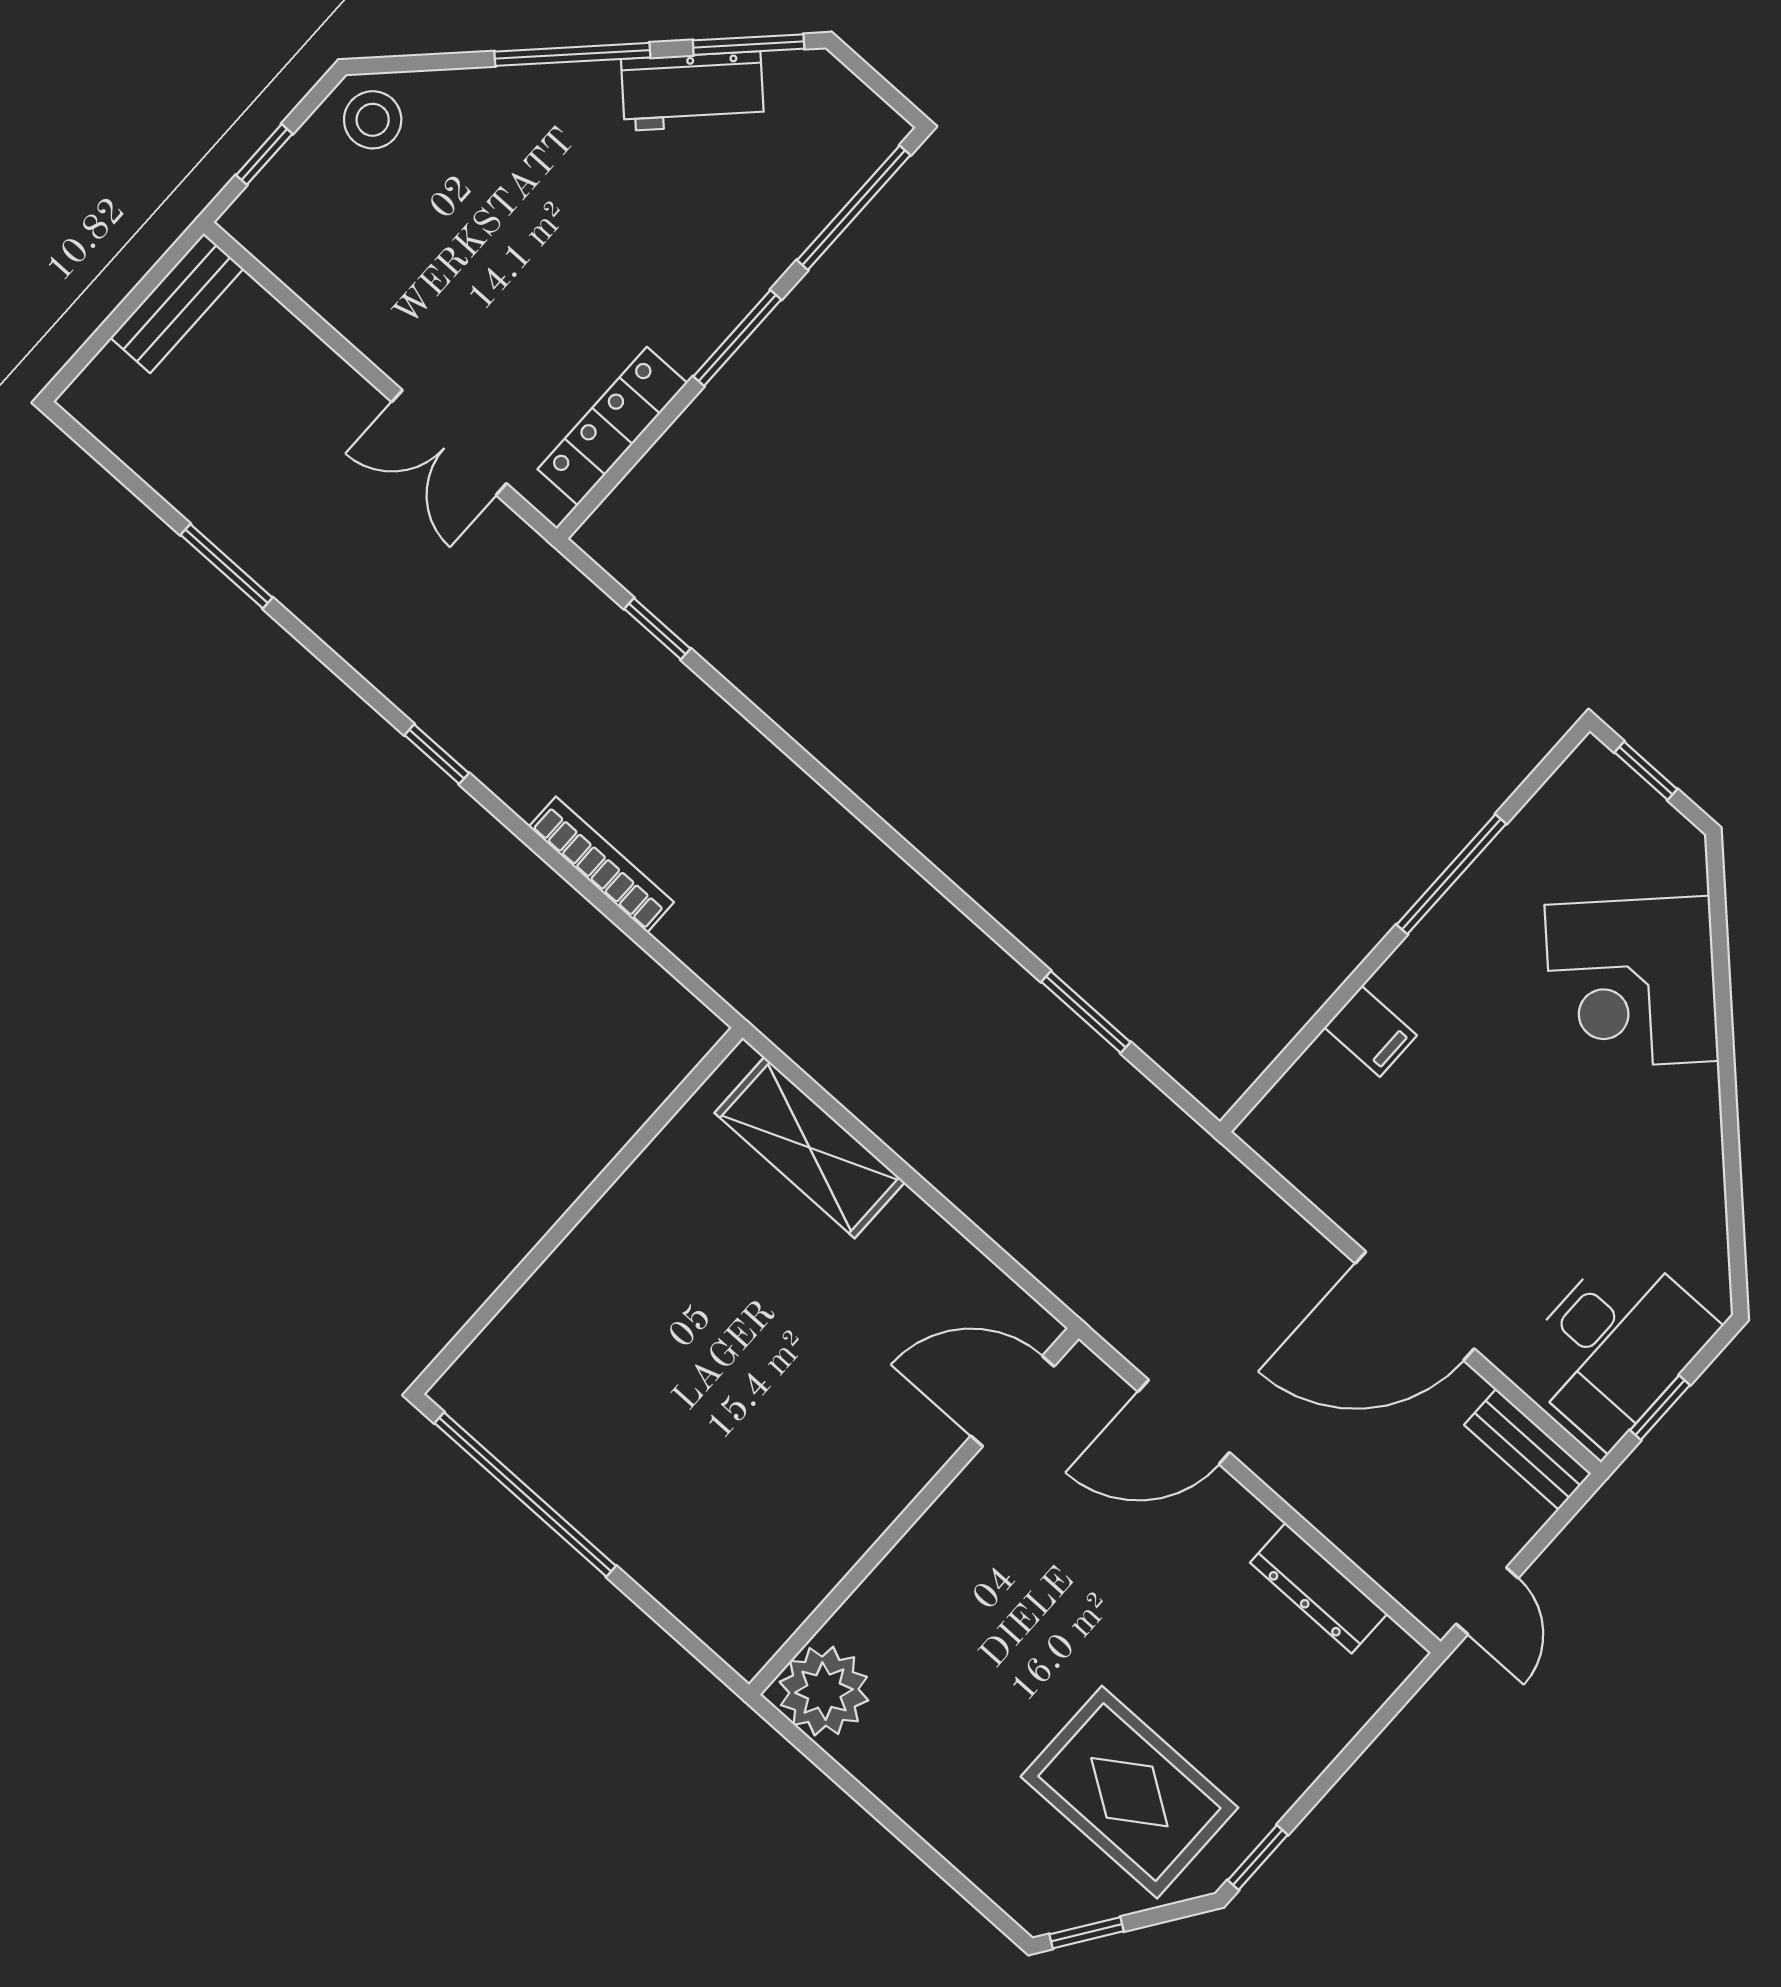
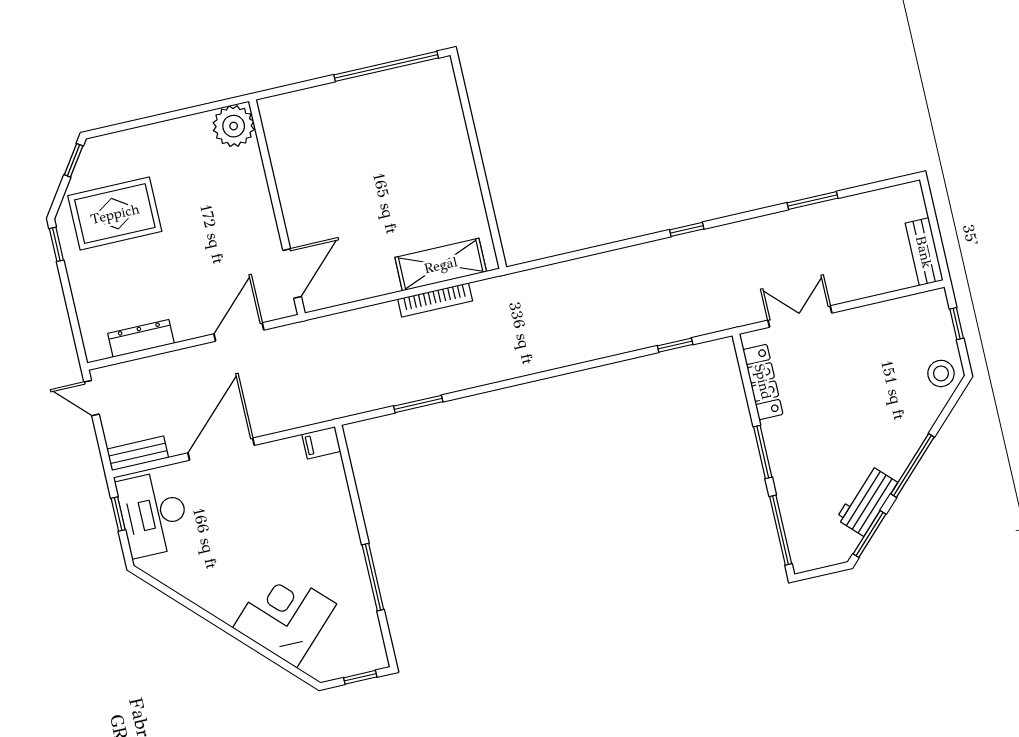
bookcase: (601, 864) -> (435, 300), moved
filing cabinet: (1371, 1031) -> (321, 443), moved

